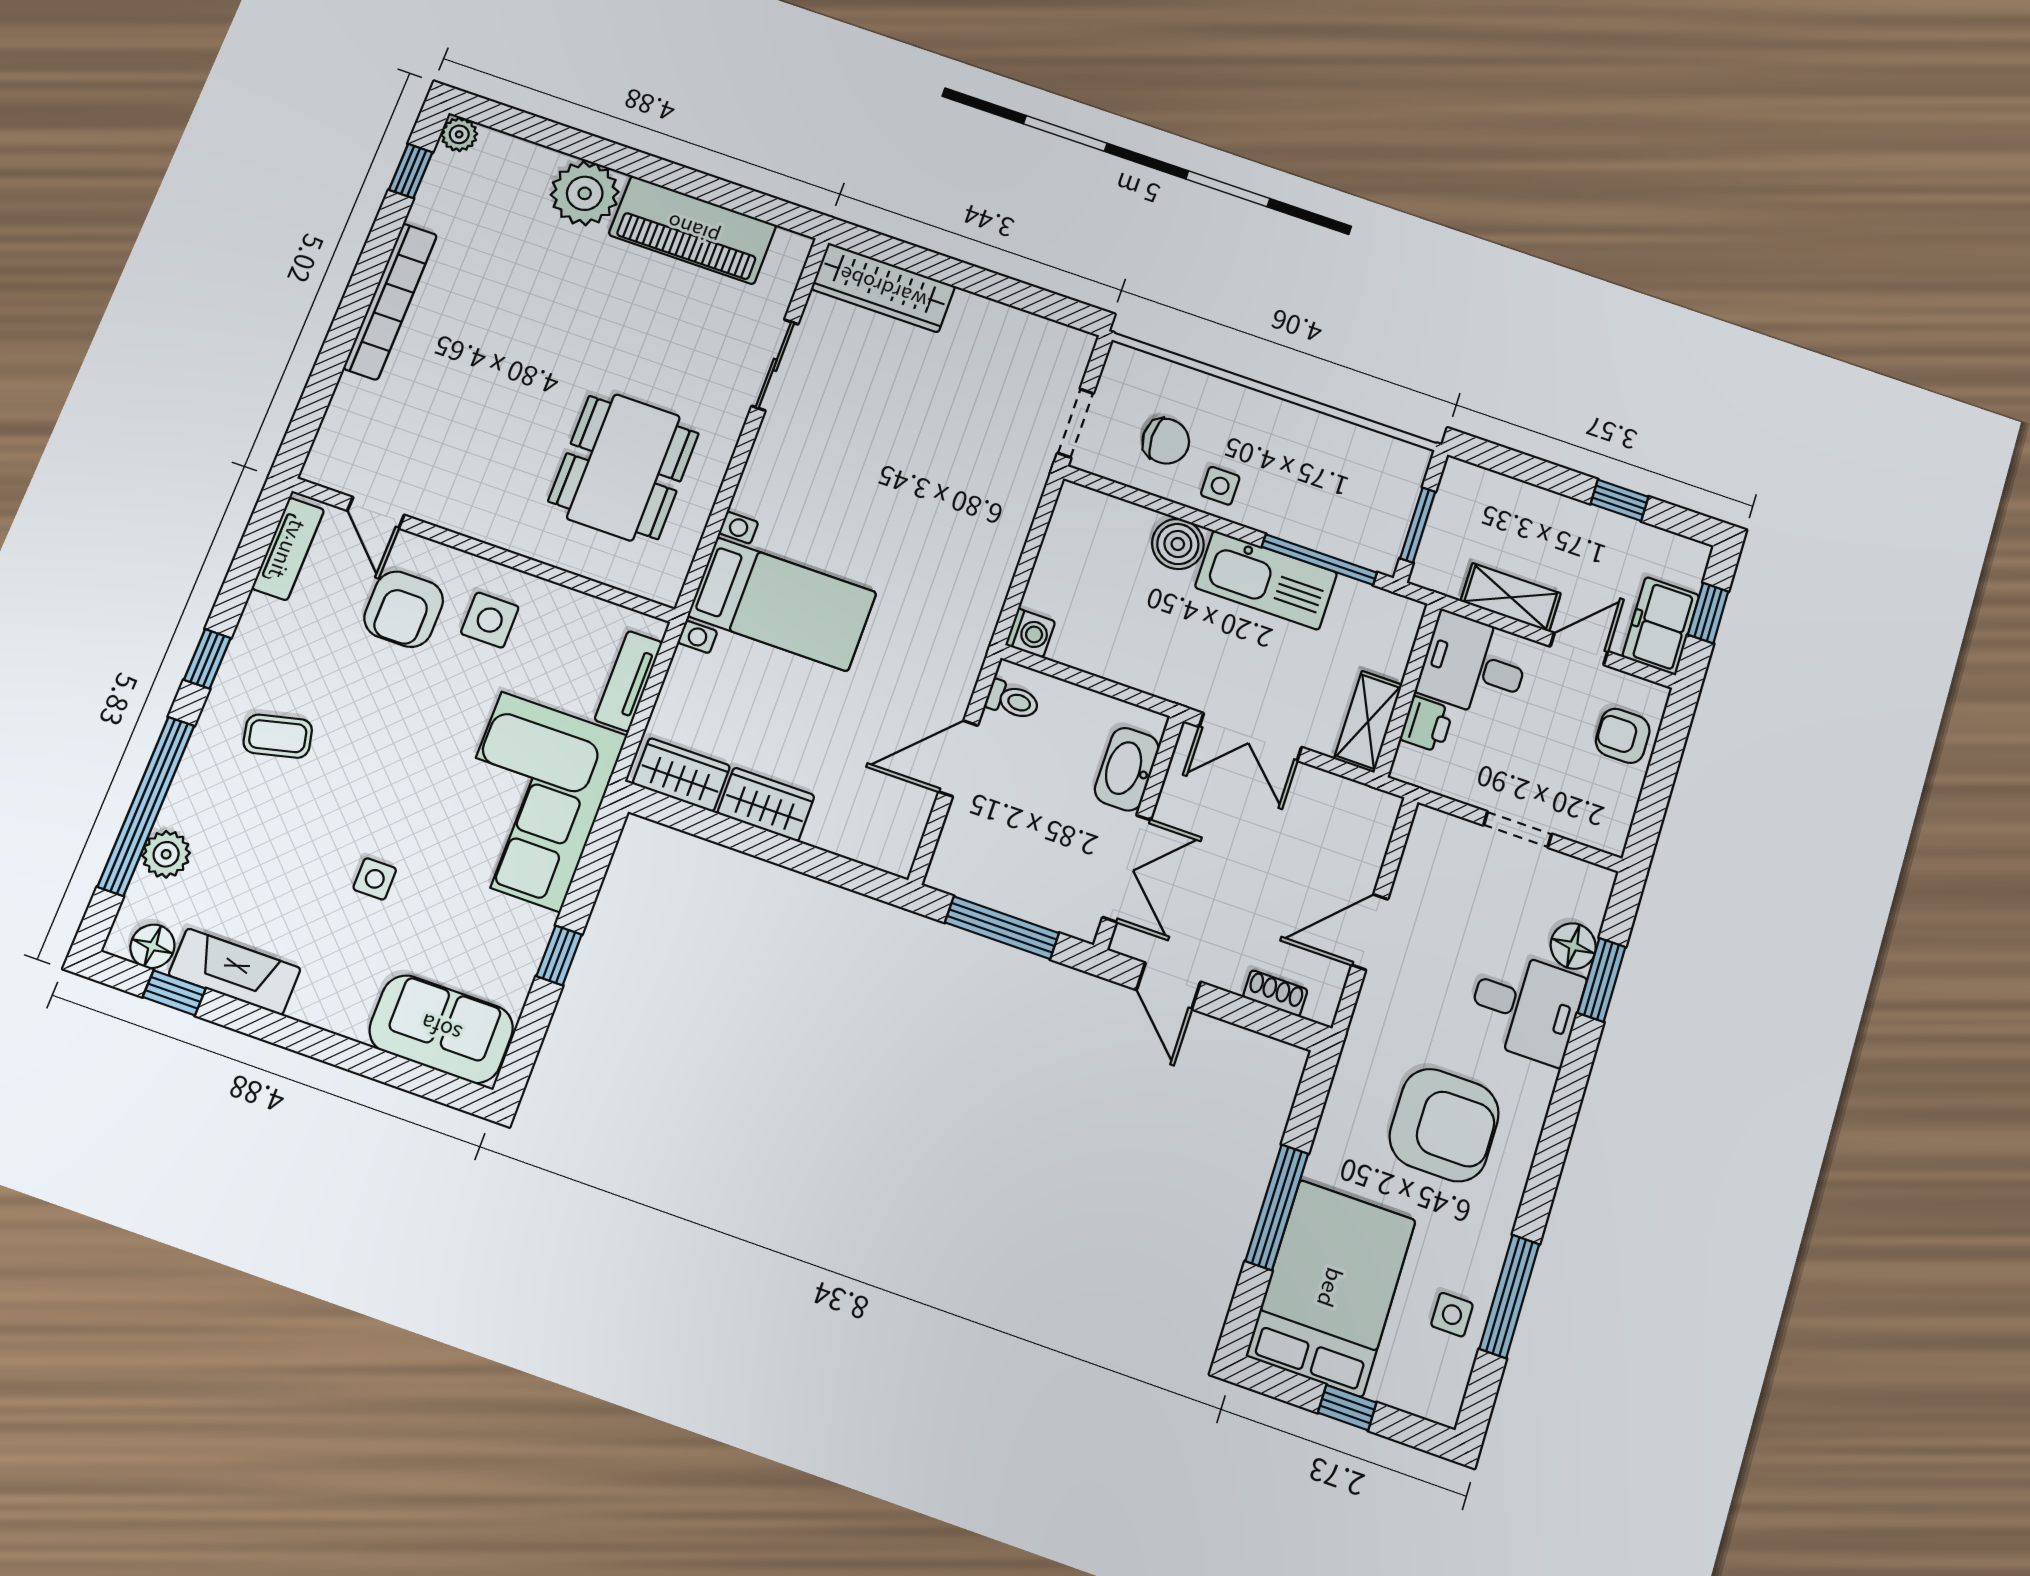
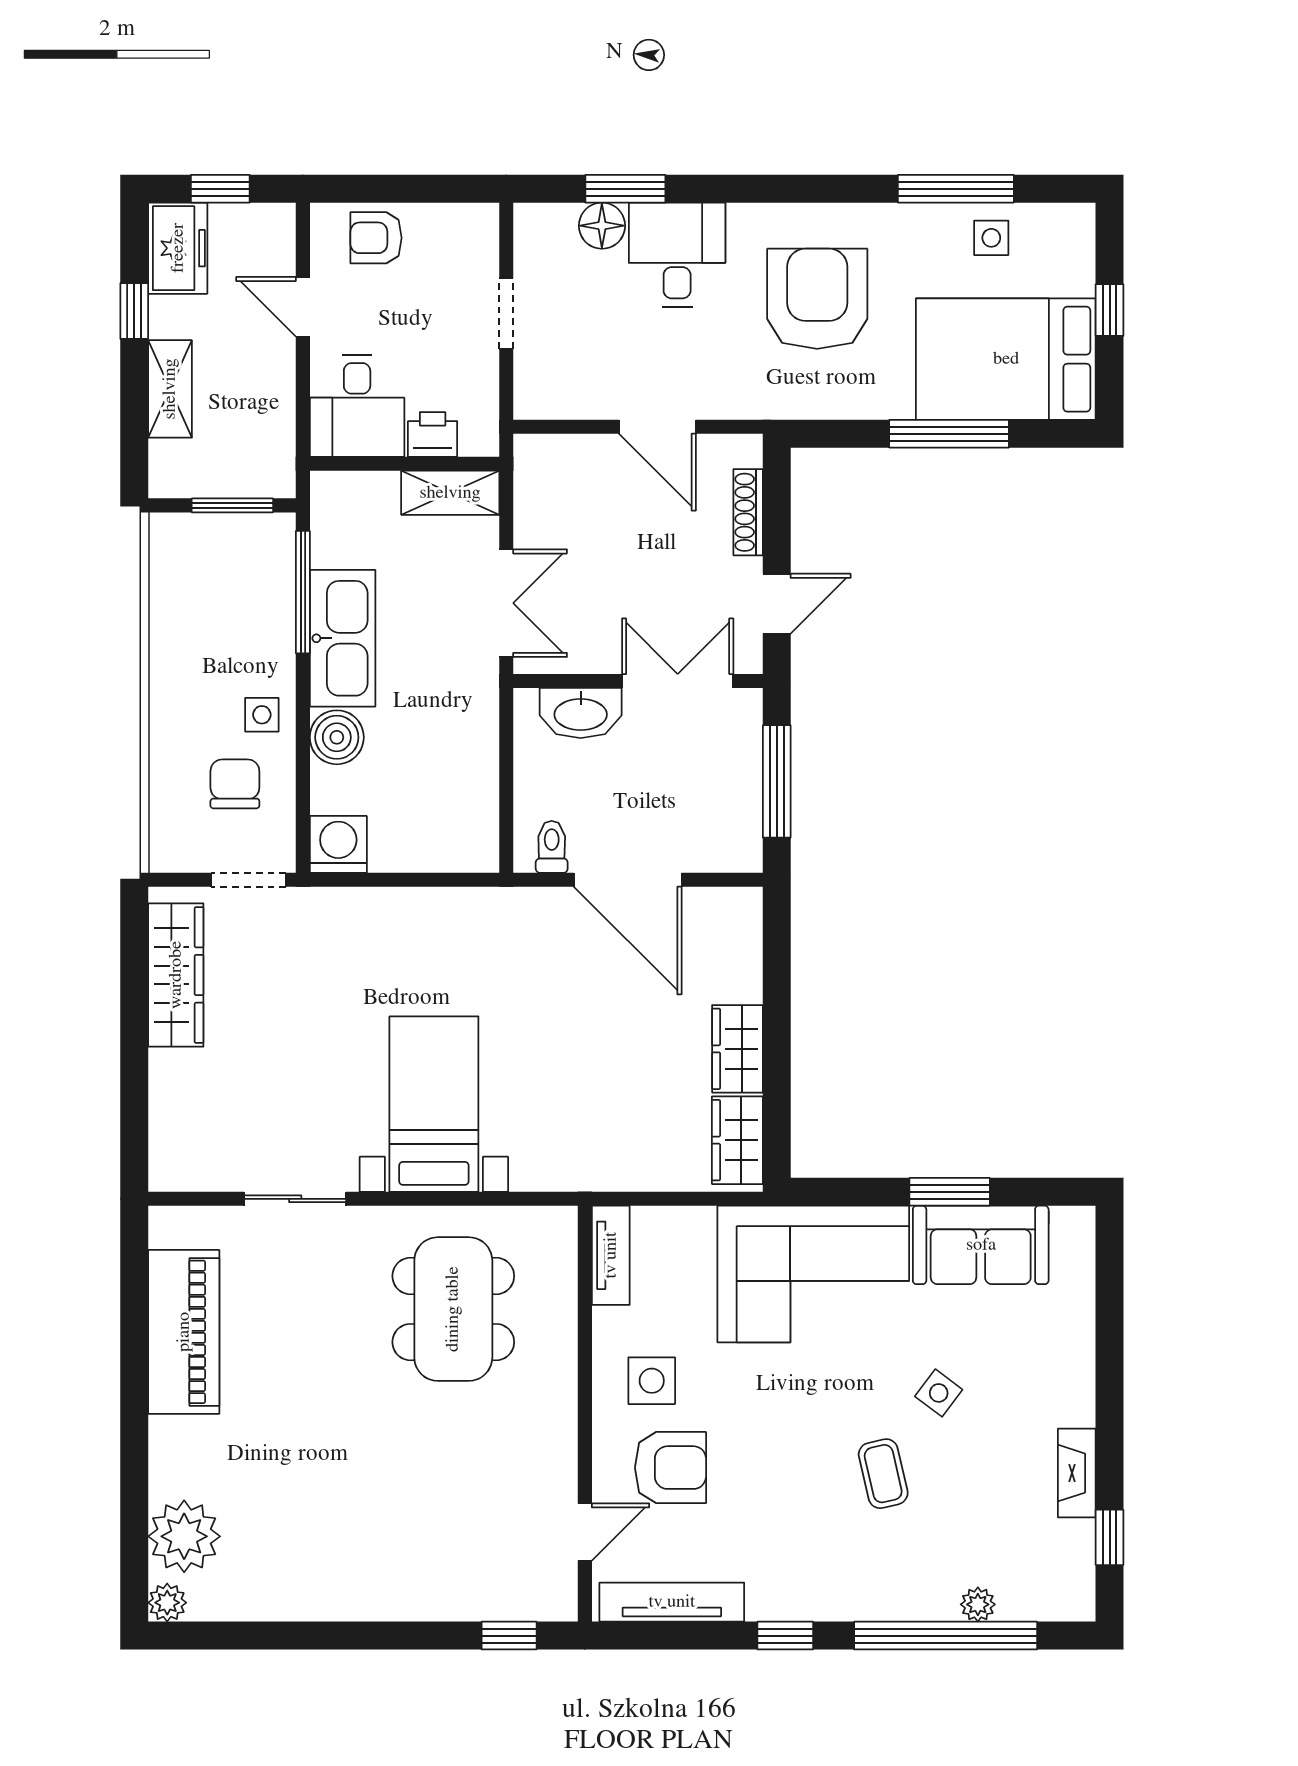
window: (411, 171) -> (509, 1636), moved
plant: (585, 193) -> (184, 1536), moved
wardrobe: (883, 288) -> (176, 975), moved
bookcase: (390, 301) -> (366, 1602), removed
dining table: (623, 467) -> (453, 1309), turned 90
tv unit: (288, 549) -> (672, 1602), width x1.41
shelving: (1511, 597) -> (170, 389), moved
bed with nightstands: (782, 604) -> (434, 1104), moved
freezer: (1661, 626) -> (178, 248), moved, turned -90
washing machine: (1030, 633) -> (338, 844), moved, width x1.38, depth x1.38
tv unit: (628, 681) -> (611, 1255), moved, turned -90
coffee table: (278, 736) -> (883, 1474), moved
armchair: (1623, 736) -> (376, 238), turned 90
door: (958, 758) -> (628, 880), width x1.36
plant: (166, 854) -> (978, 1604), width x0.73, depth x0.73
side table: (375, 879) -> (939, 1393), turned 37
floor lamp: (152, 946) -> (1074, 1575), removed
window: (559, 955) -> (950, 1192), width x1.50
fireplace: (235, 972) -> (1077, 1473), width x0.73, depth x0.76
shoe rack: (1275, 993) -> (748, 512), width x1.43
sofa: (441, 1029) -> (981, 1245), moved, turned -90

